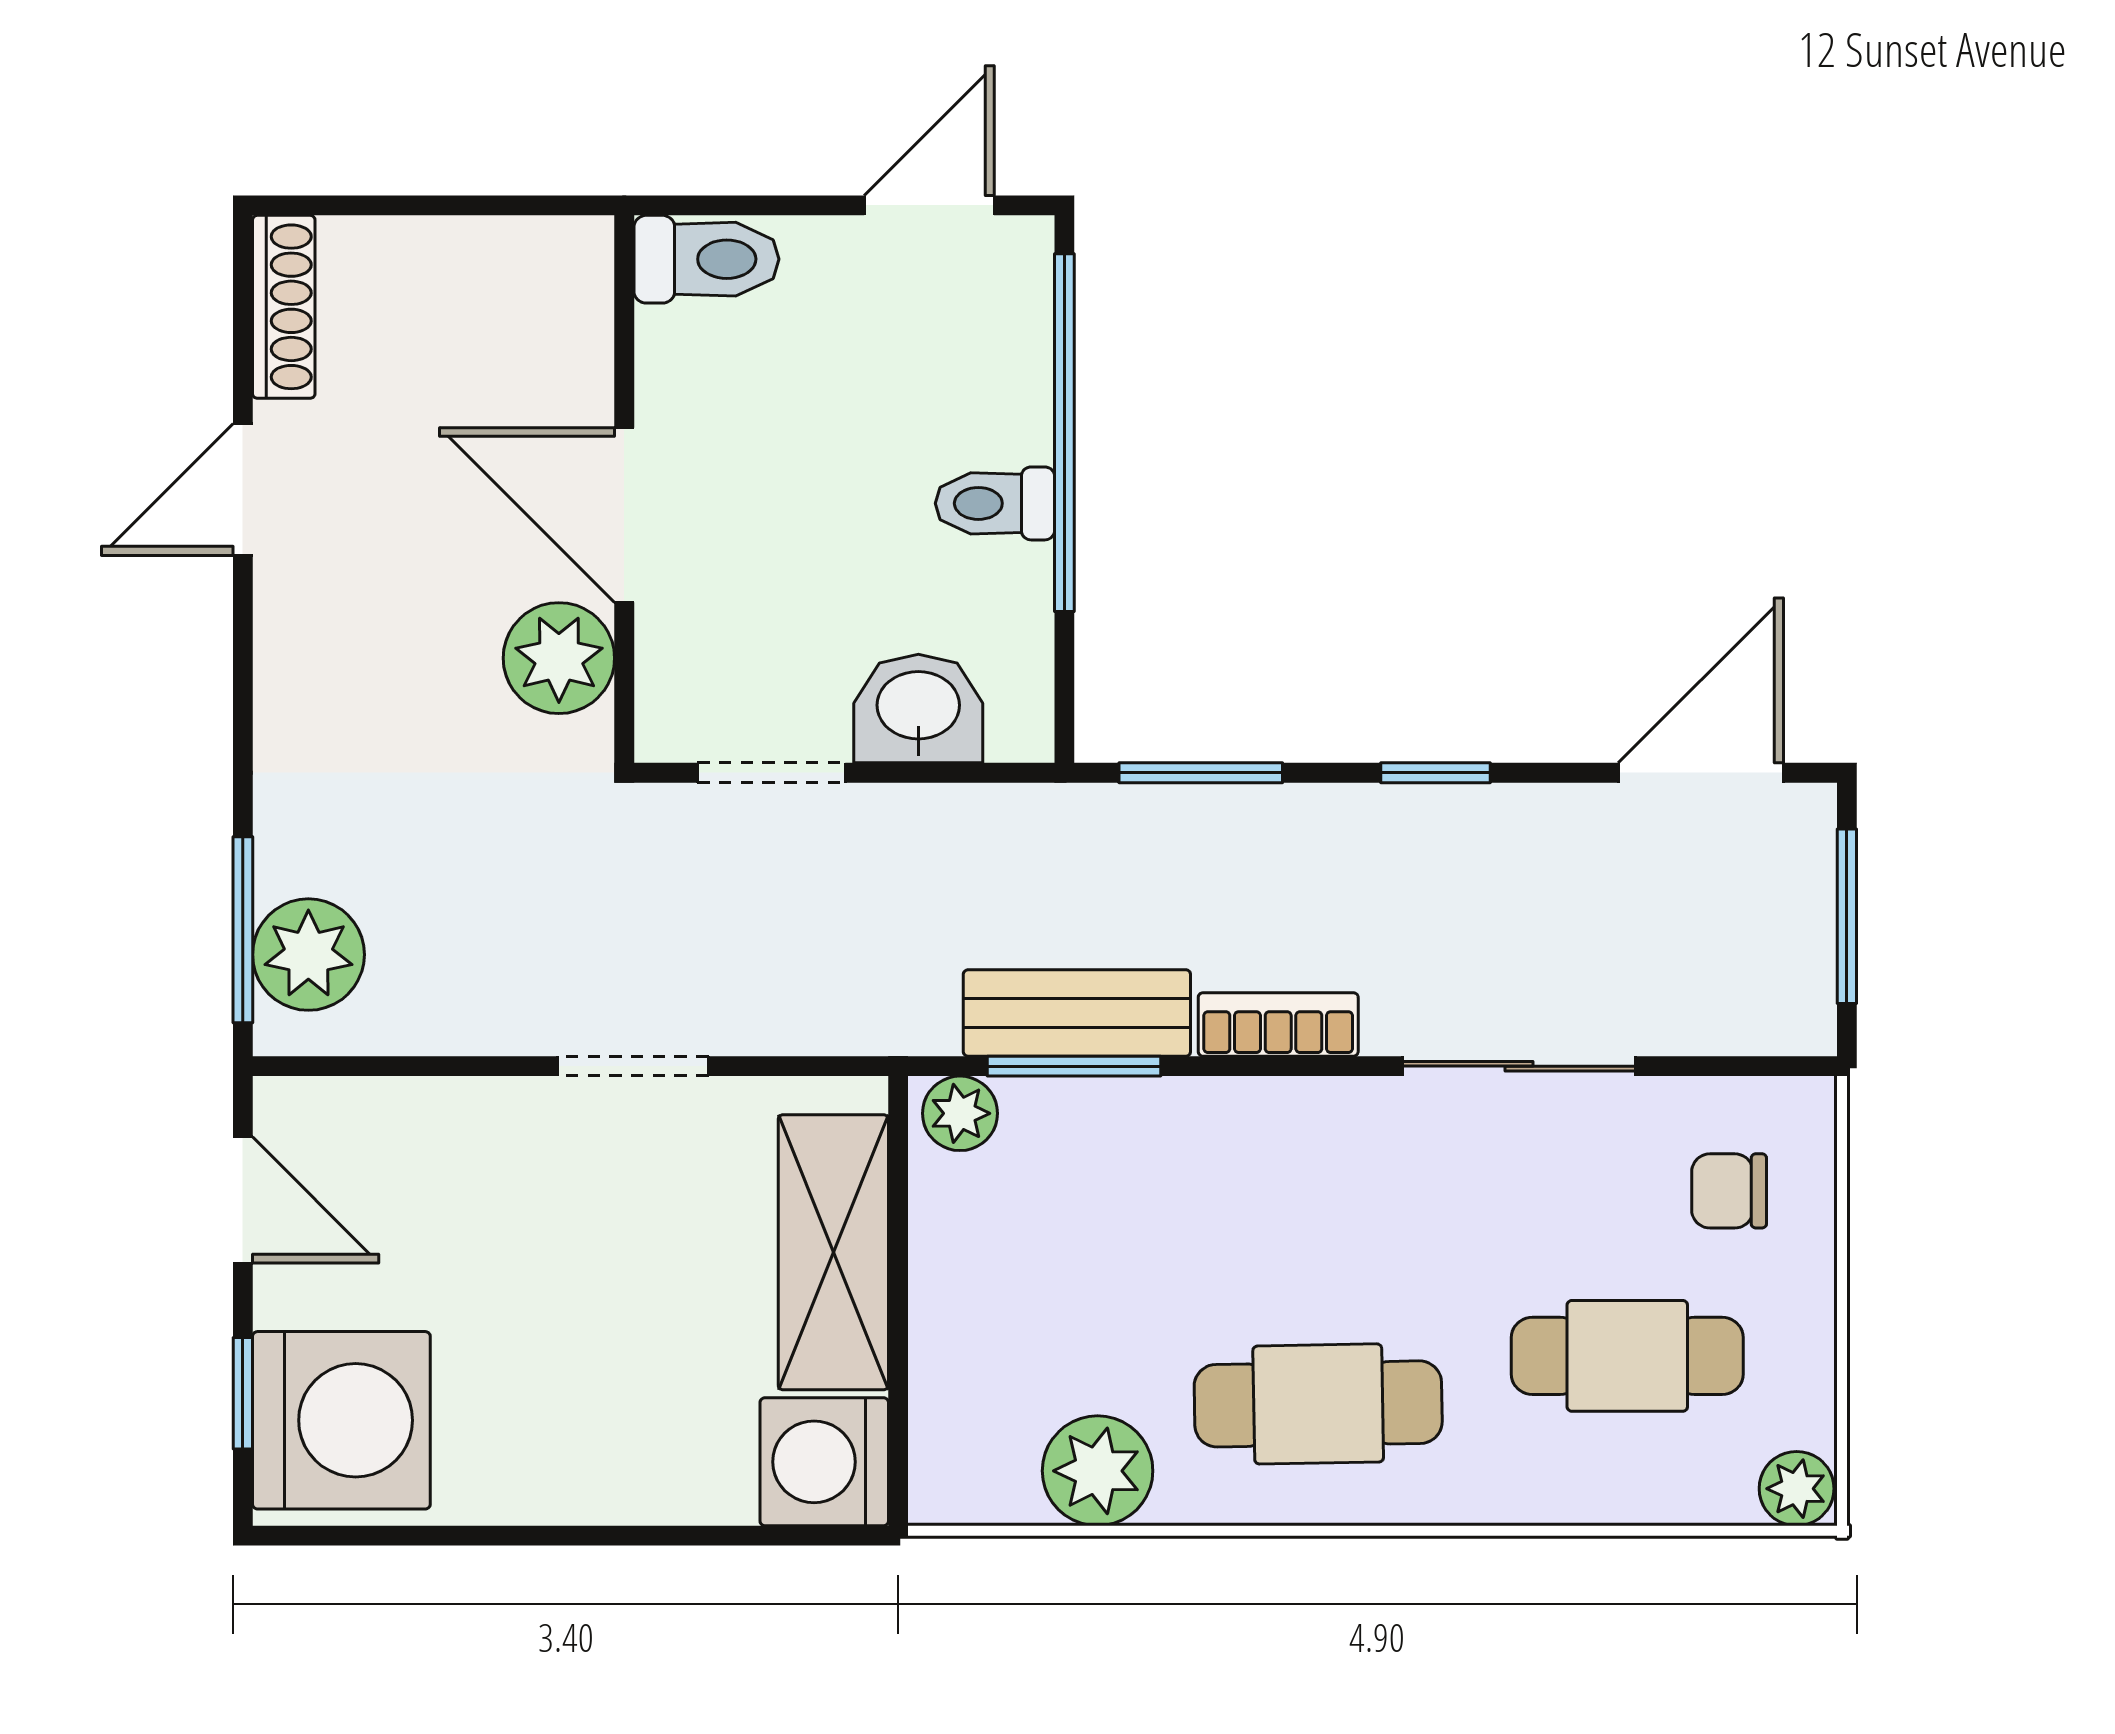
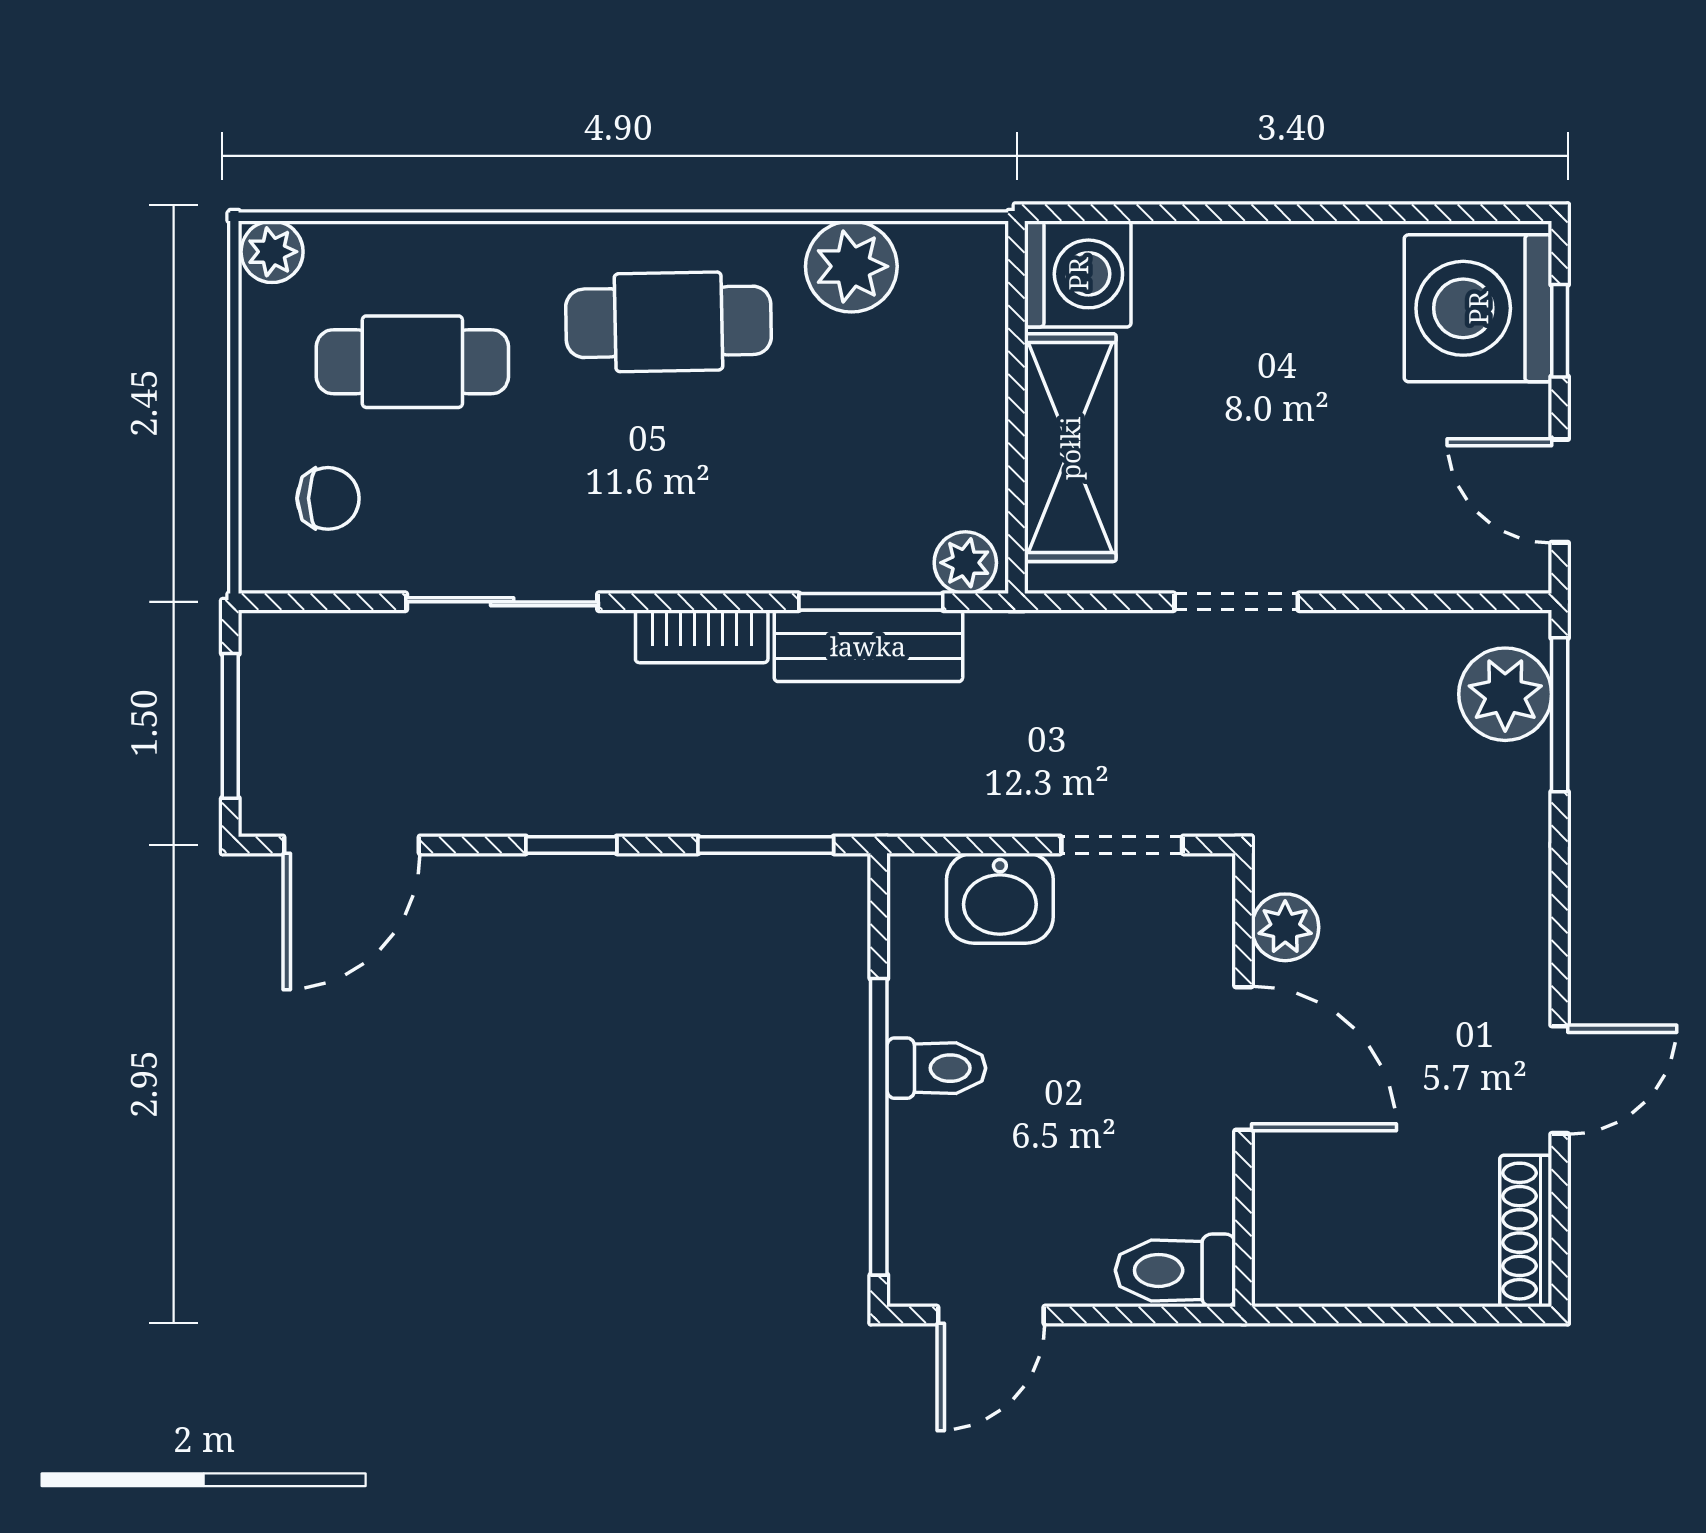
plant: (559, 658) -> (1285, 927), width x0.73, depth x0.73

